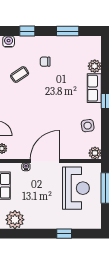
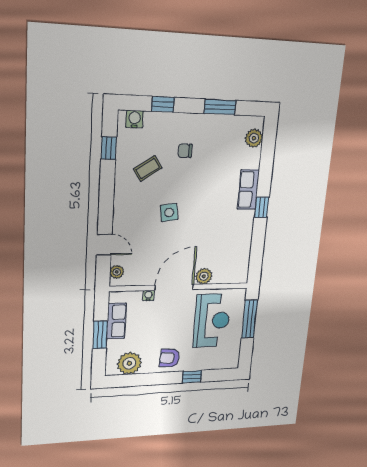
plant: (95, 66) -> (254, 138), moved
side table: (88, 126) -> (169, 212), moved
plant: (95, 153) -> (204, 276), moved
armchair: (45, 217) -> (170, 358), added

